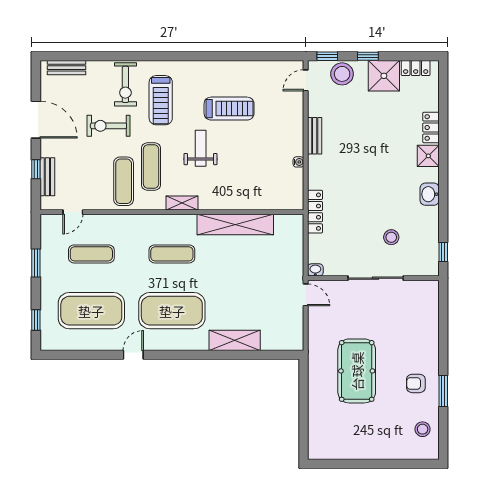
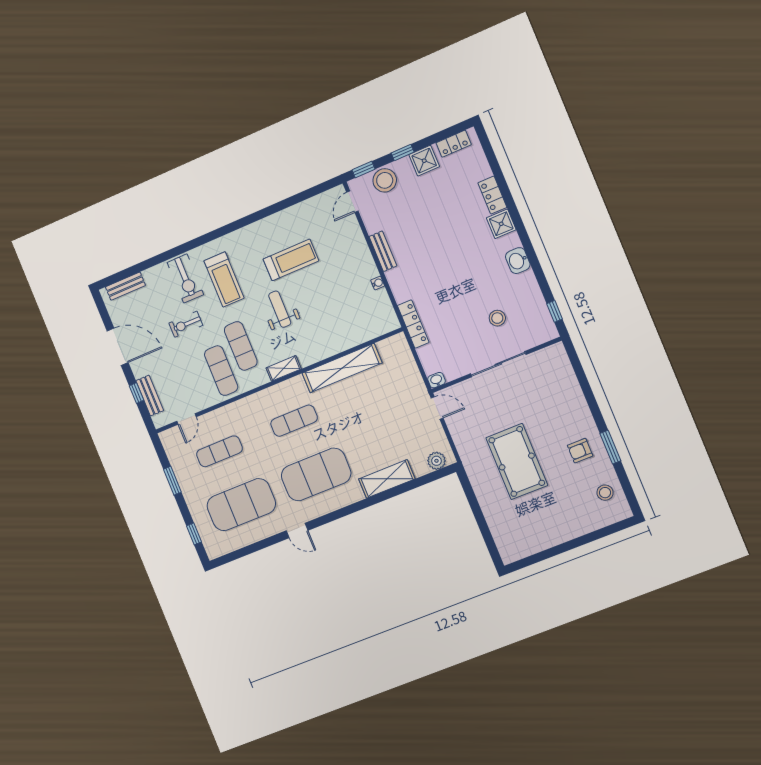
shower: (384, 76) -> (424, 161), width x0.73, depth x0.73
exercise bike: (108, 126) -> (186, 324), width x0.73, depth x0.72
plant: (286, 342) -> (436, 461), added
door: (133, 355) -> (297, 531), swing flipped

